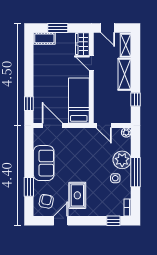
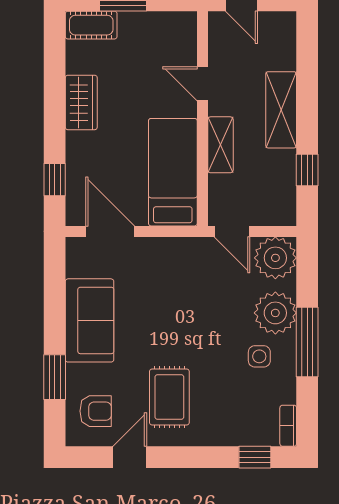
wardrobe: (82, 44) -> (81, 102), moved, turned 180
shelving: (126, 45) -> (220, 145), moved
plant: (126, 132) -> (275, 258), width x1.88, depth x1.88
armchair: (46, 201) -> (96, 411), turned 79

